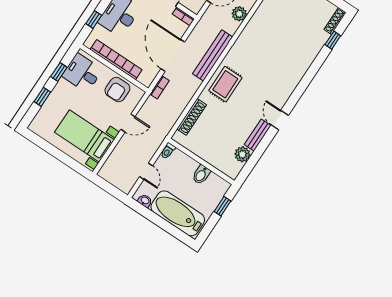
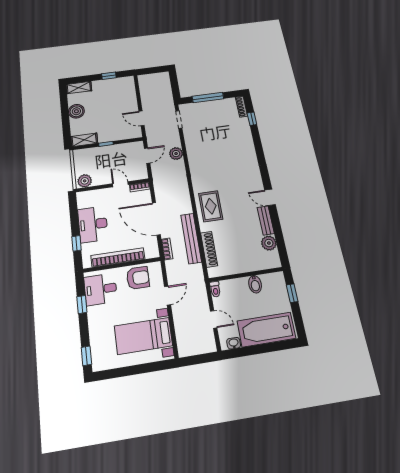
bench: (213, 55) -> (191, 238), moved
armchair: (117, 90) -> (138, 278), turned -90
window: (42, 97) -> (86, 356), moved

